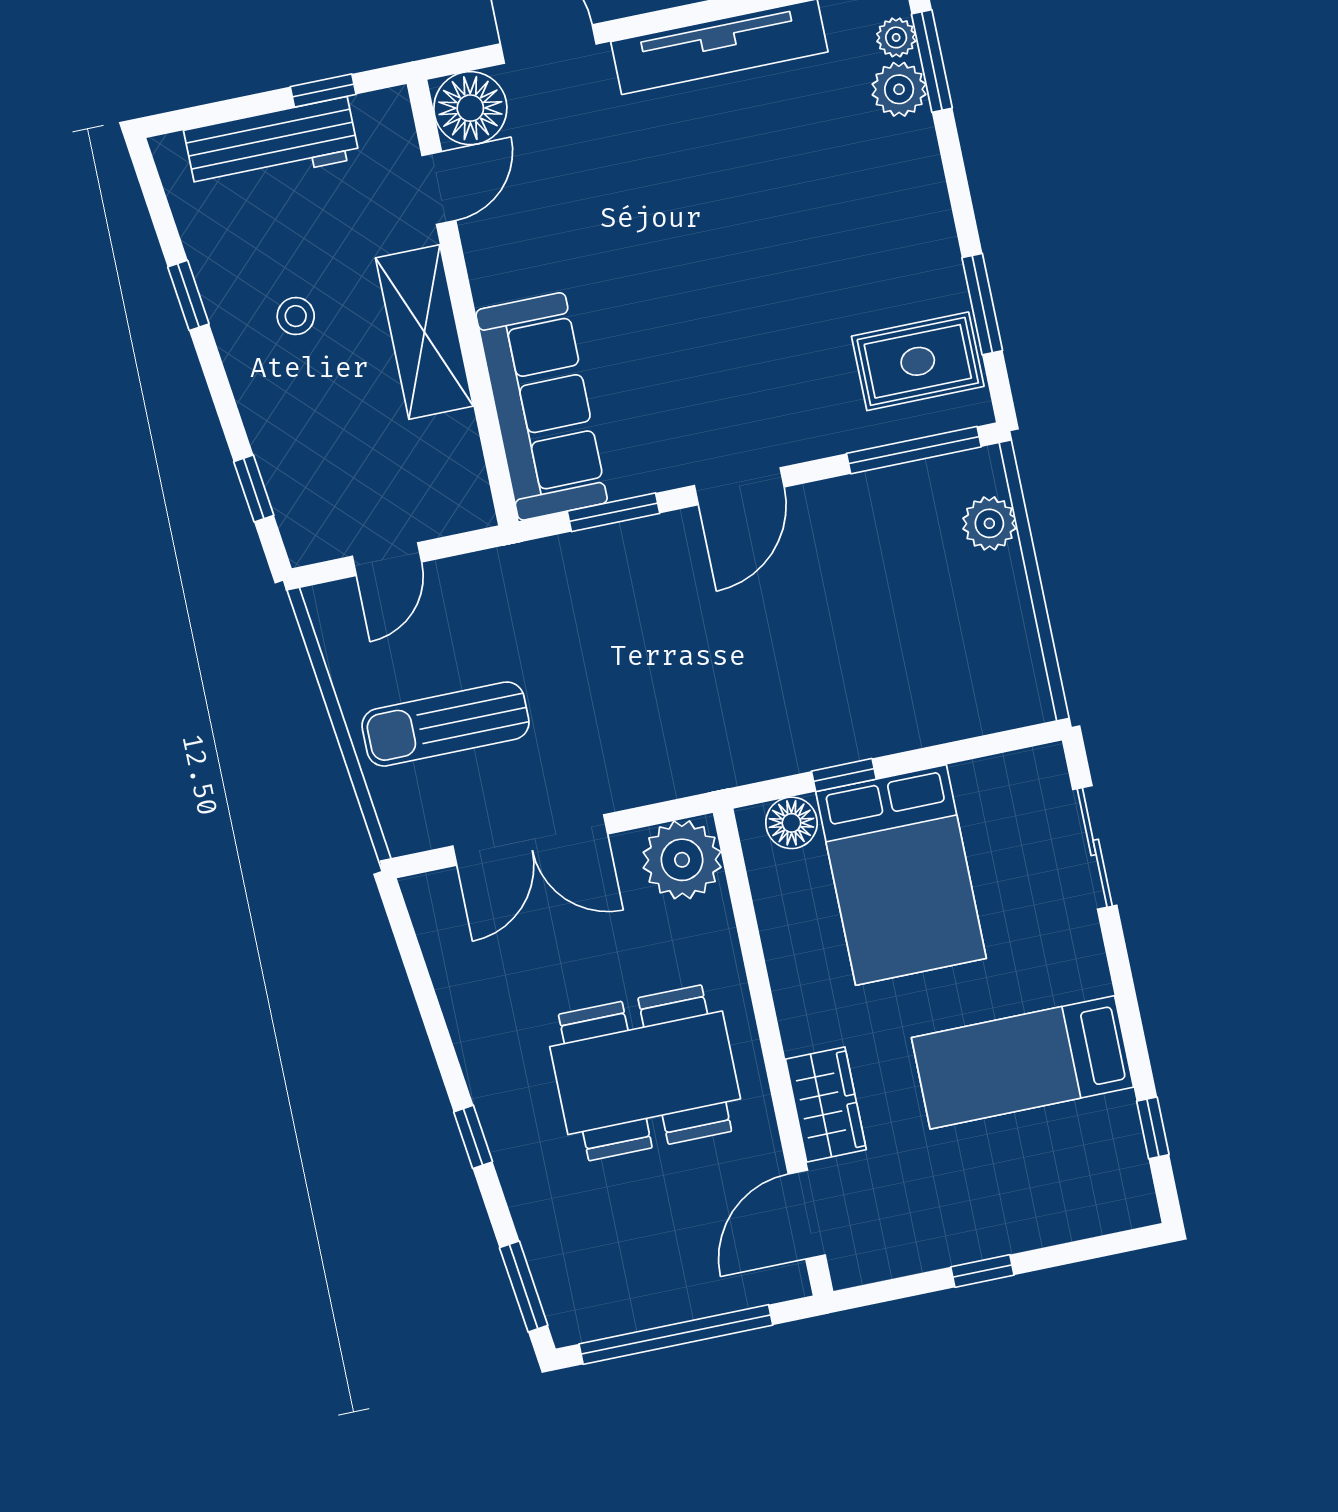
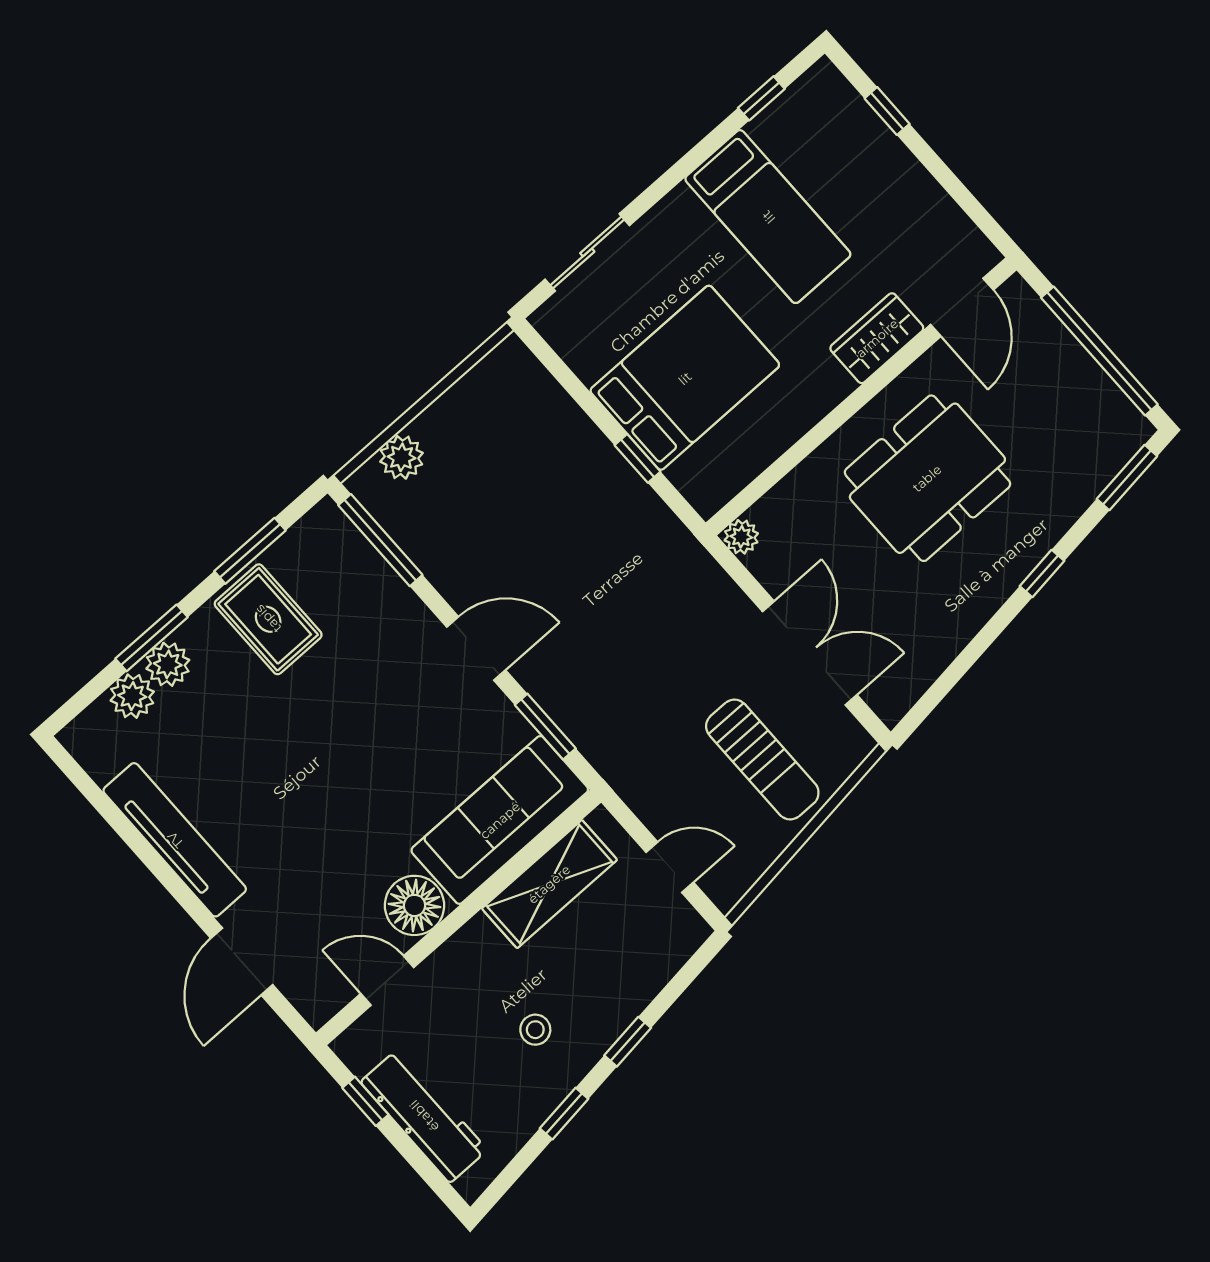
plant: (896, 37) -> (168, 664), moved, width x1.38, depth x1.38
window: (932, 61) -> (152, 638), moved
floor lamp: (470, 108) -> (414, 905), moved
shelving: (424, 332) -> (549, 884), moved
rug: (918, 361) -> (268, 619), moved
window: (254, 489) -> (628, 1042), moved
floor lamp: (791, 823) -> (692, 476), removed
plant: (682, 860) -> (741, 537), width x0.53, depth x0.53
dining table: (645, 1073) -> (927, 478), turned 90
door: (807, 1214) -> (962, 307), hinge flipped
window: (982, 1271) -> (887, 111), moved

